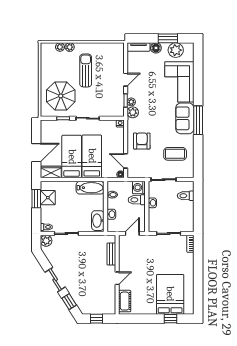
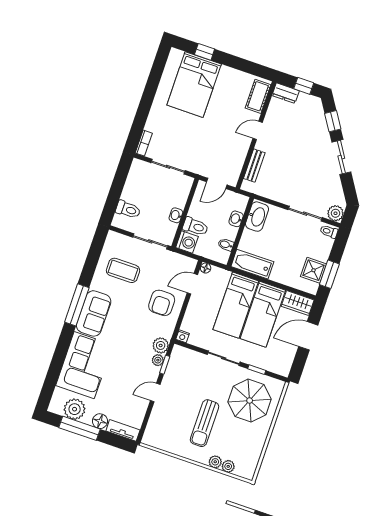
window: (168, 38) -> (79, 428), width x1.44
door: (126, 161) -> (192, 284), swing flipped
dresser: (107, 310) -> (286, 93), added

